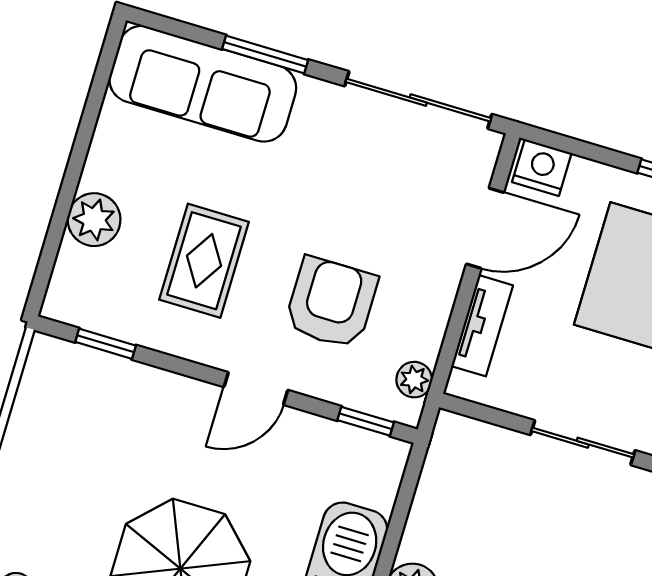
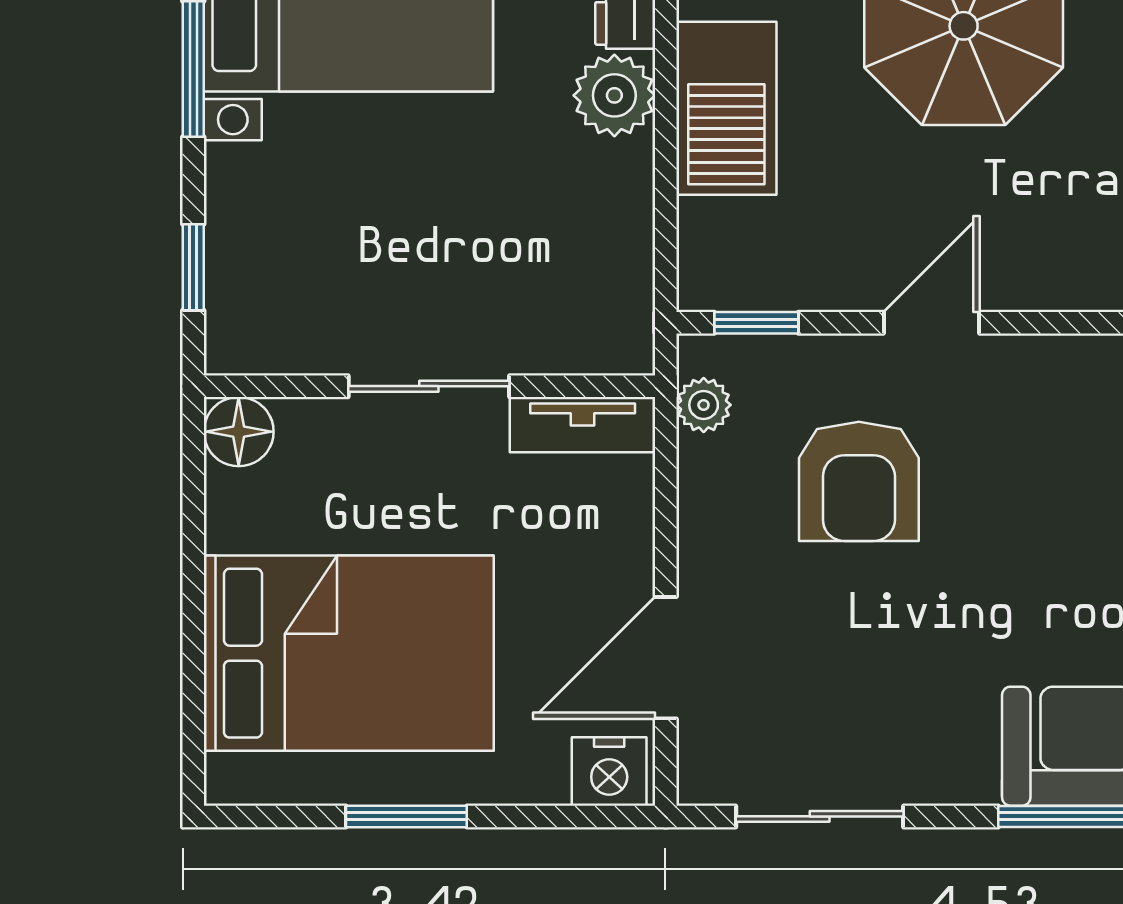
sliding door: (418, 100) -> (820, 816), width x0.73
rug: (204, 261) -> (1063, 487), removed
tv unit: (482, 326) -> (583, 425), moved, turned -90

